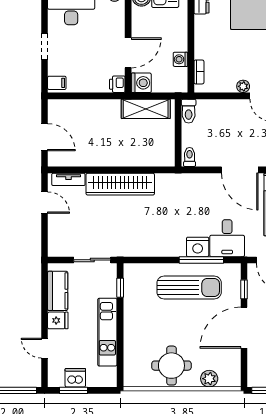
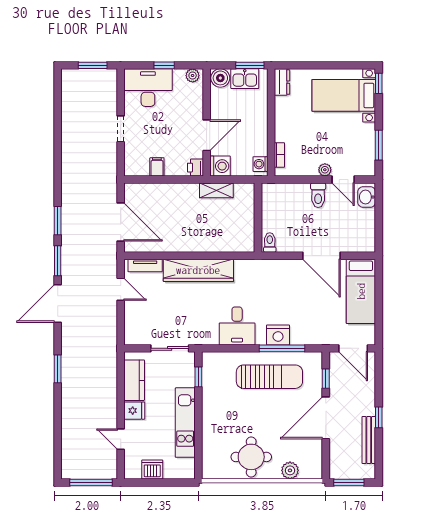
washing machine: (180, 59) -> (260, 164), moved
filing cabinet: (57, 83) -> (157, 167), moved, turned -90
shelving: (146, 109) -> (216, 190), width x0.67, depth x0.75
toilet: (189, 111) -> (318, 195), moved
door: (45, 137) -> (121, 222), width x1.36
desk: (227, 238) -> (237, 326), moved
window: (73, 390) -> (150, 482), removed

